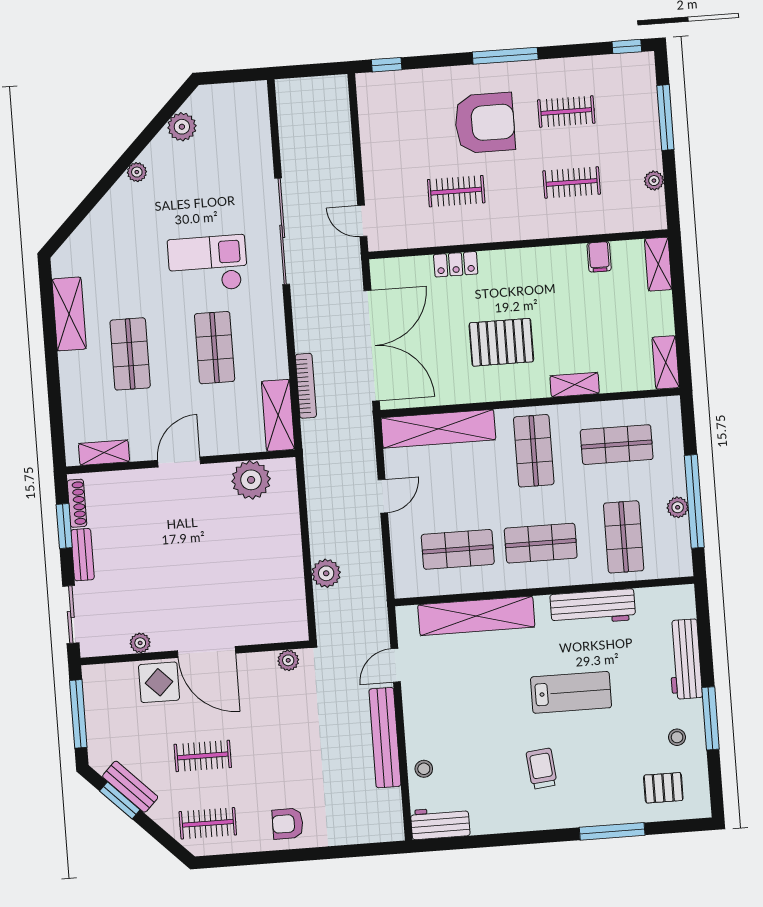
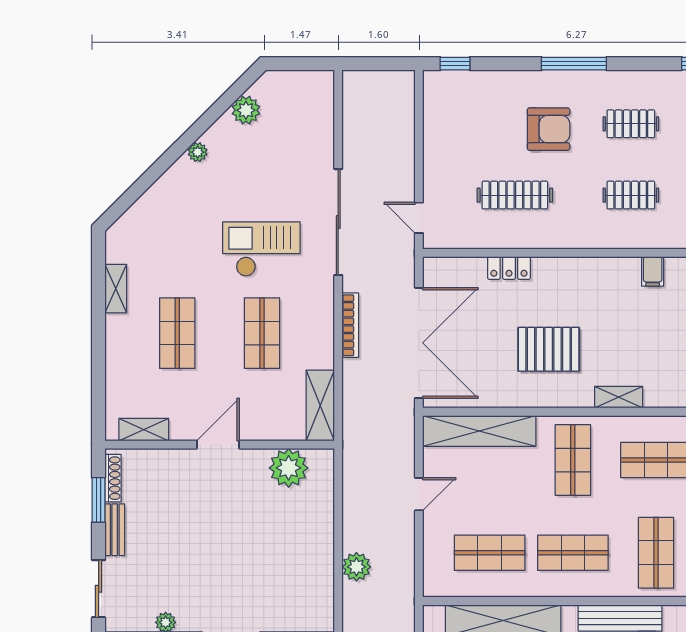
armchair: (485, 123) -> (549, 129), width x0.73, depth x0.73
clothes rail: (456, 191) -> (515, 195), width x1.36
shelving: (69, 314) -> (116, 289), width x0.67, depth x0.75
bookcase: (306, 386) -> (350, 325), moved

